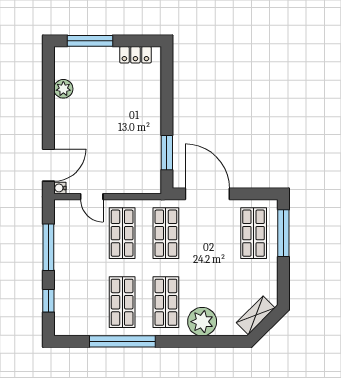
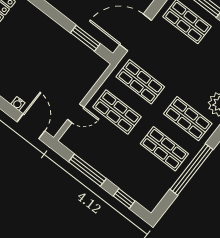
water cooler: (60, 188) -> (18, 104), moved

